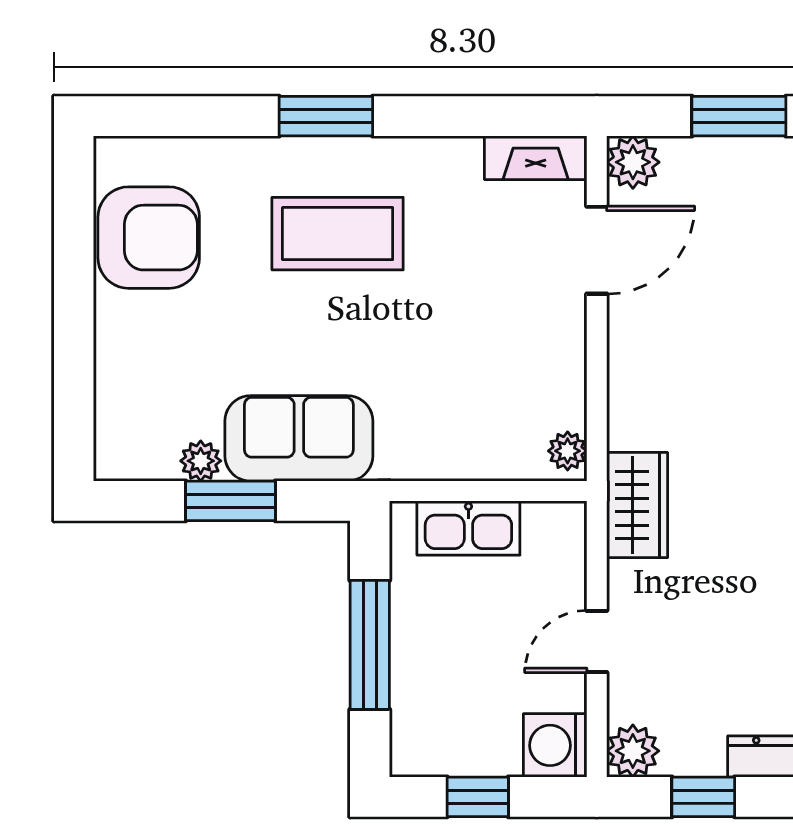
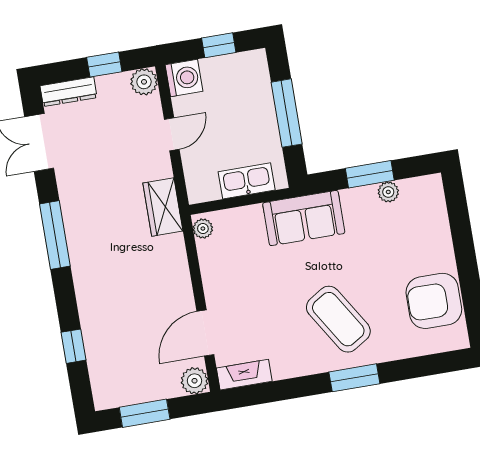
coffee table: (338, 234) -> (338, 319), turned 58
sofa: (299, 438) -> (304, 218), moved

